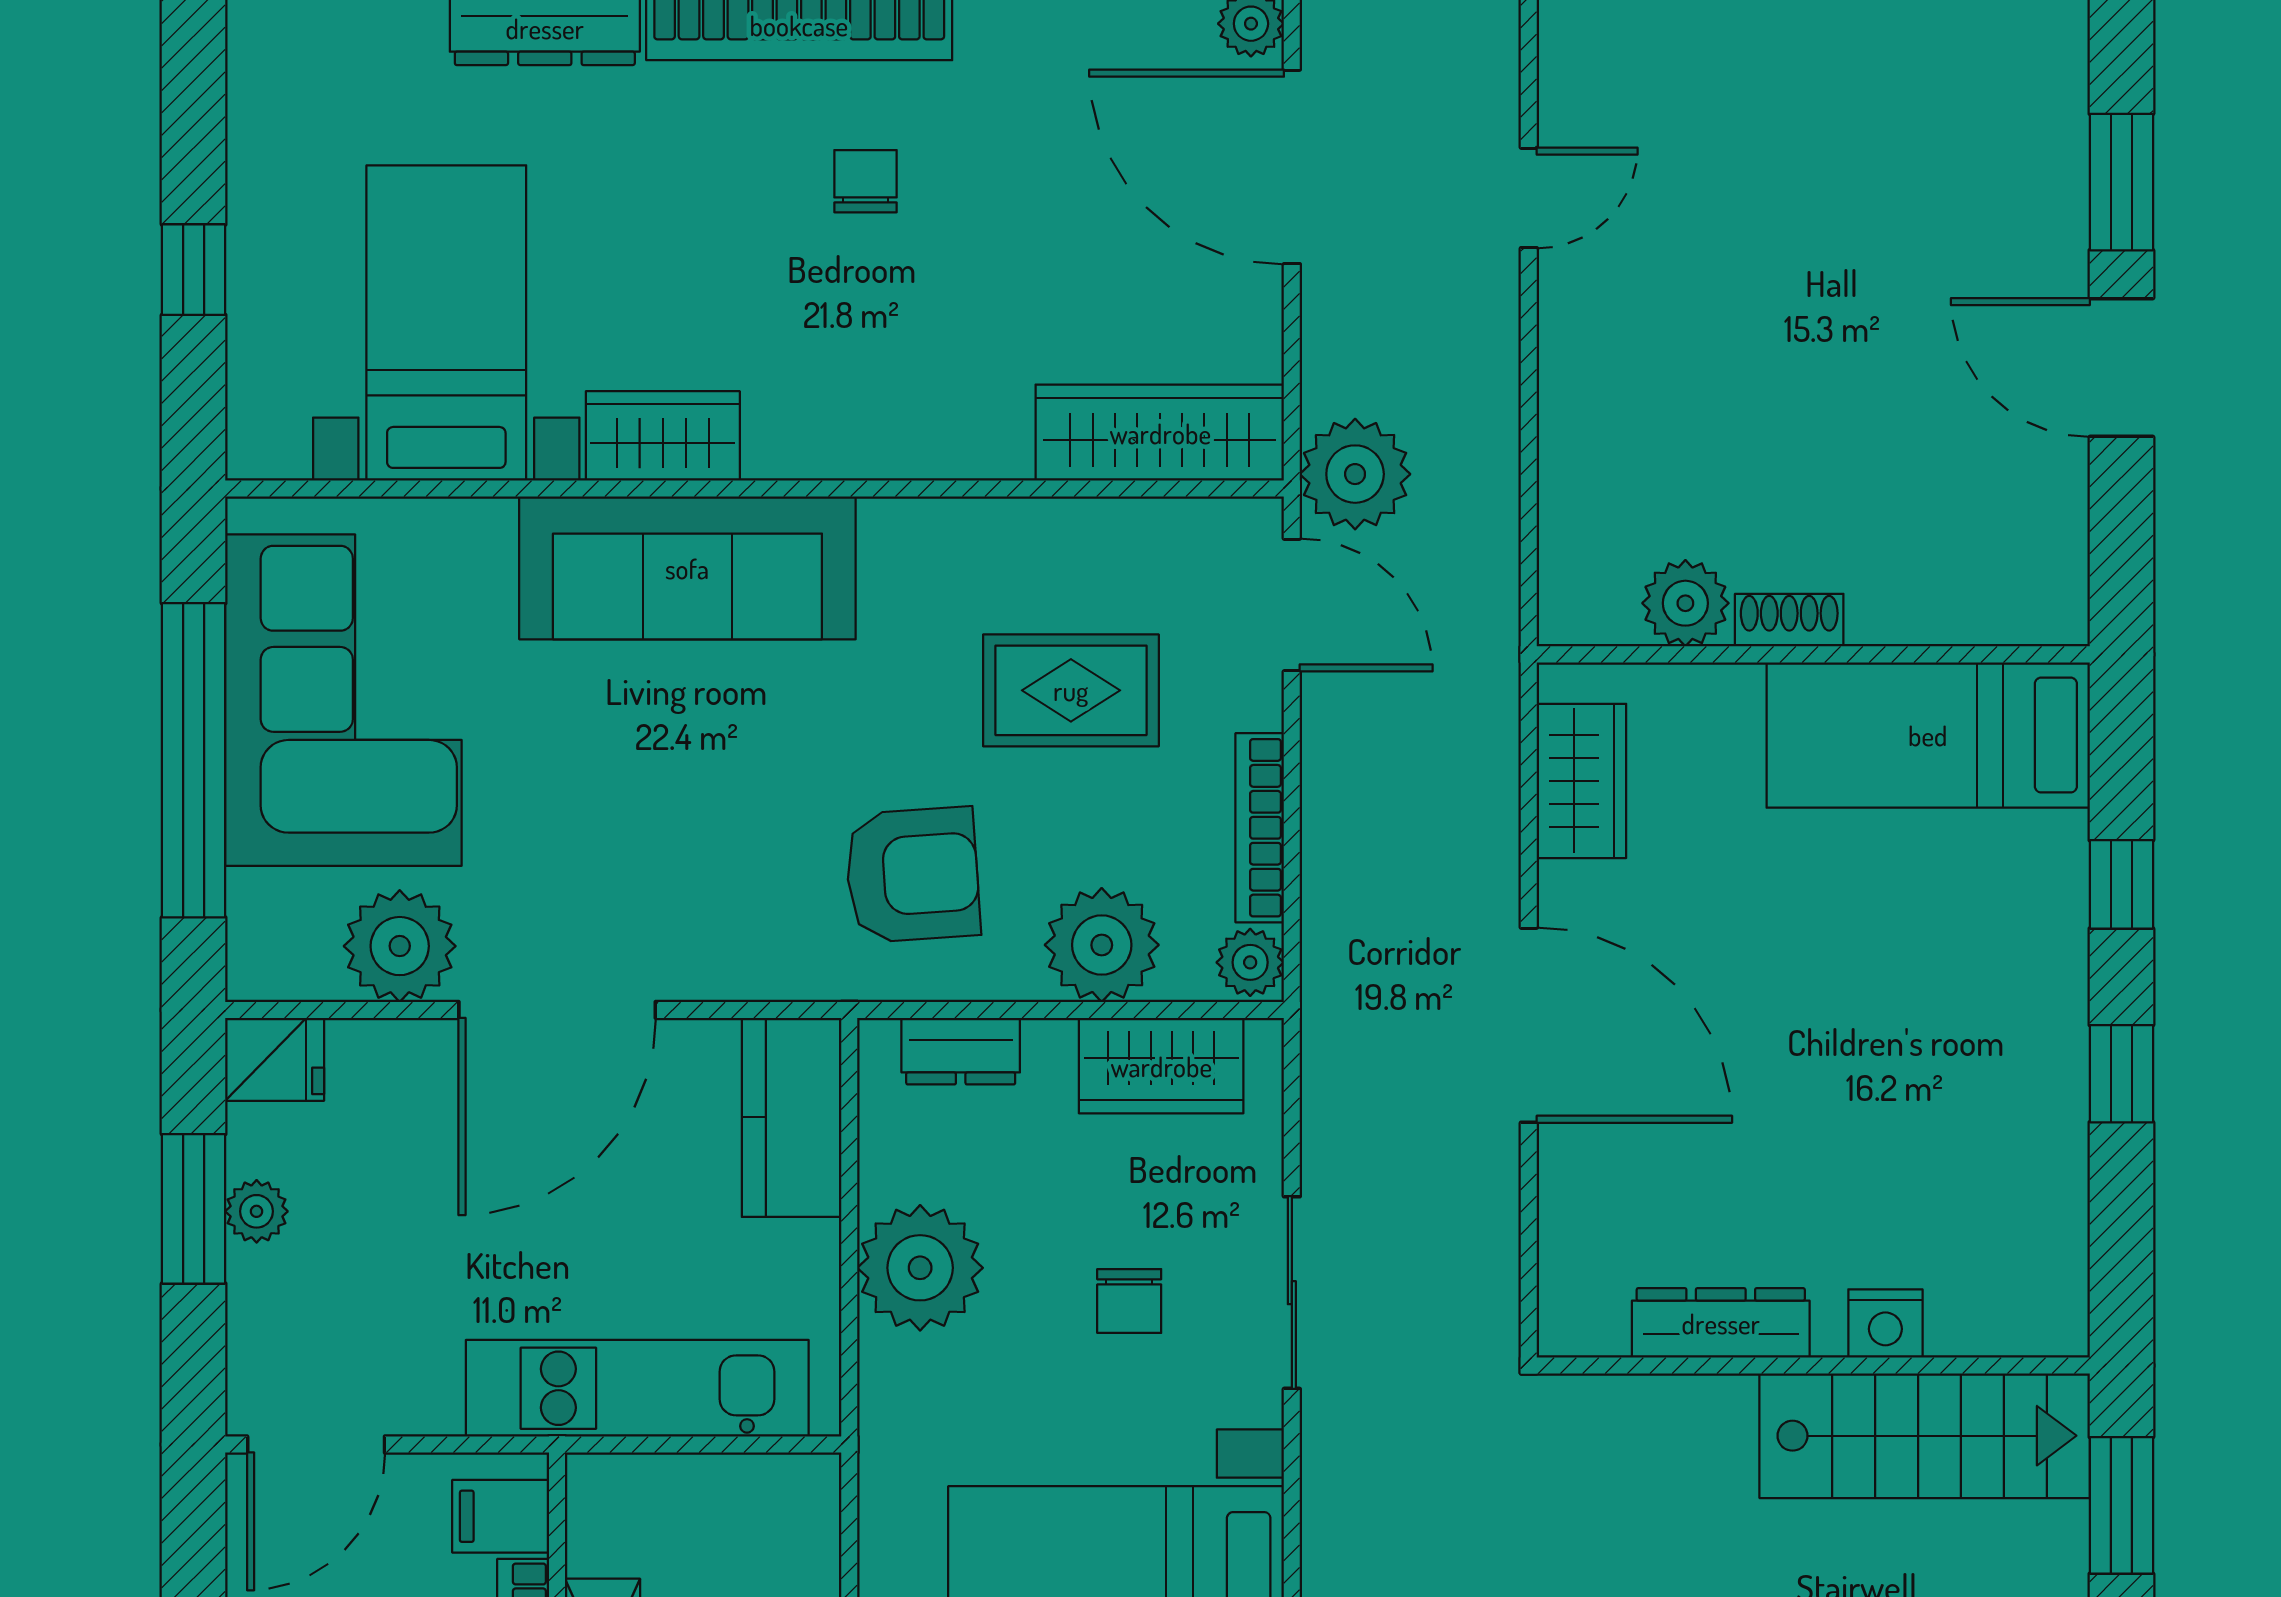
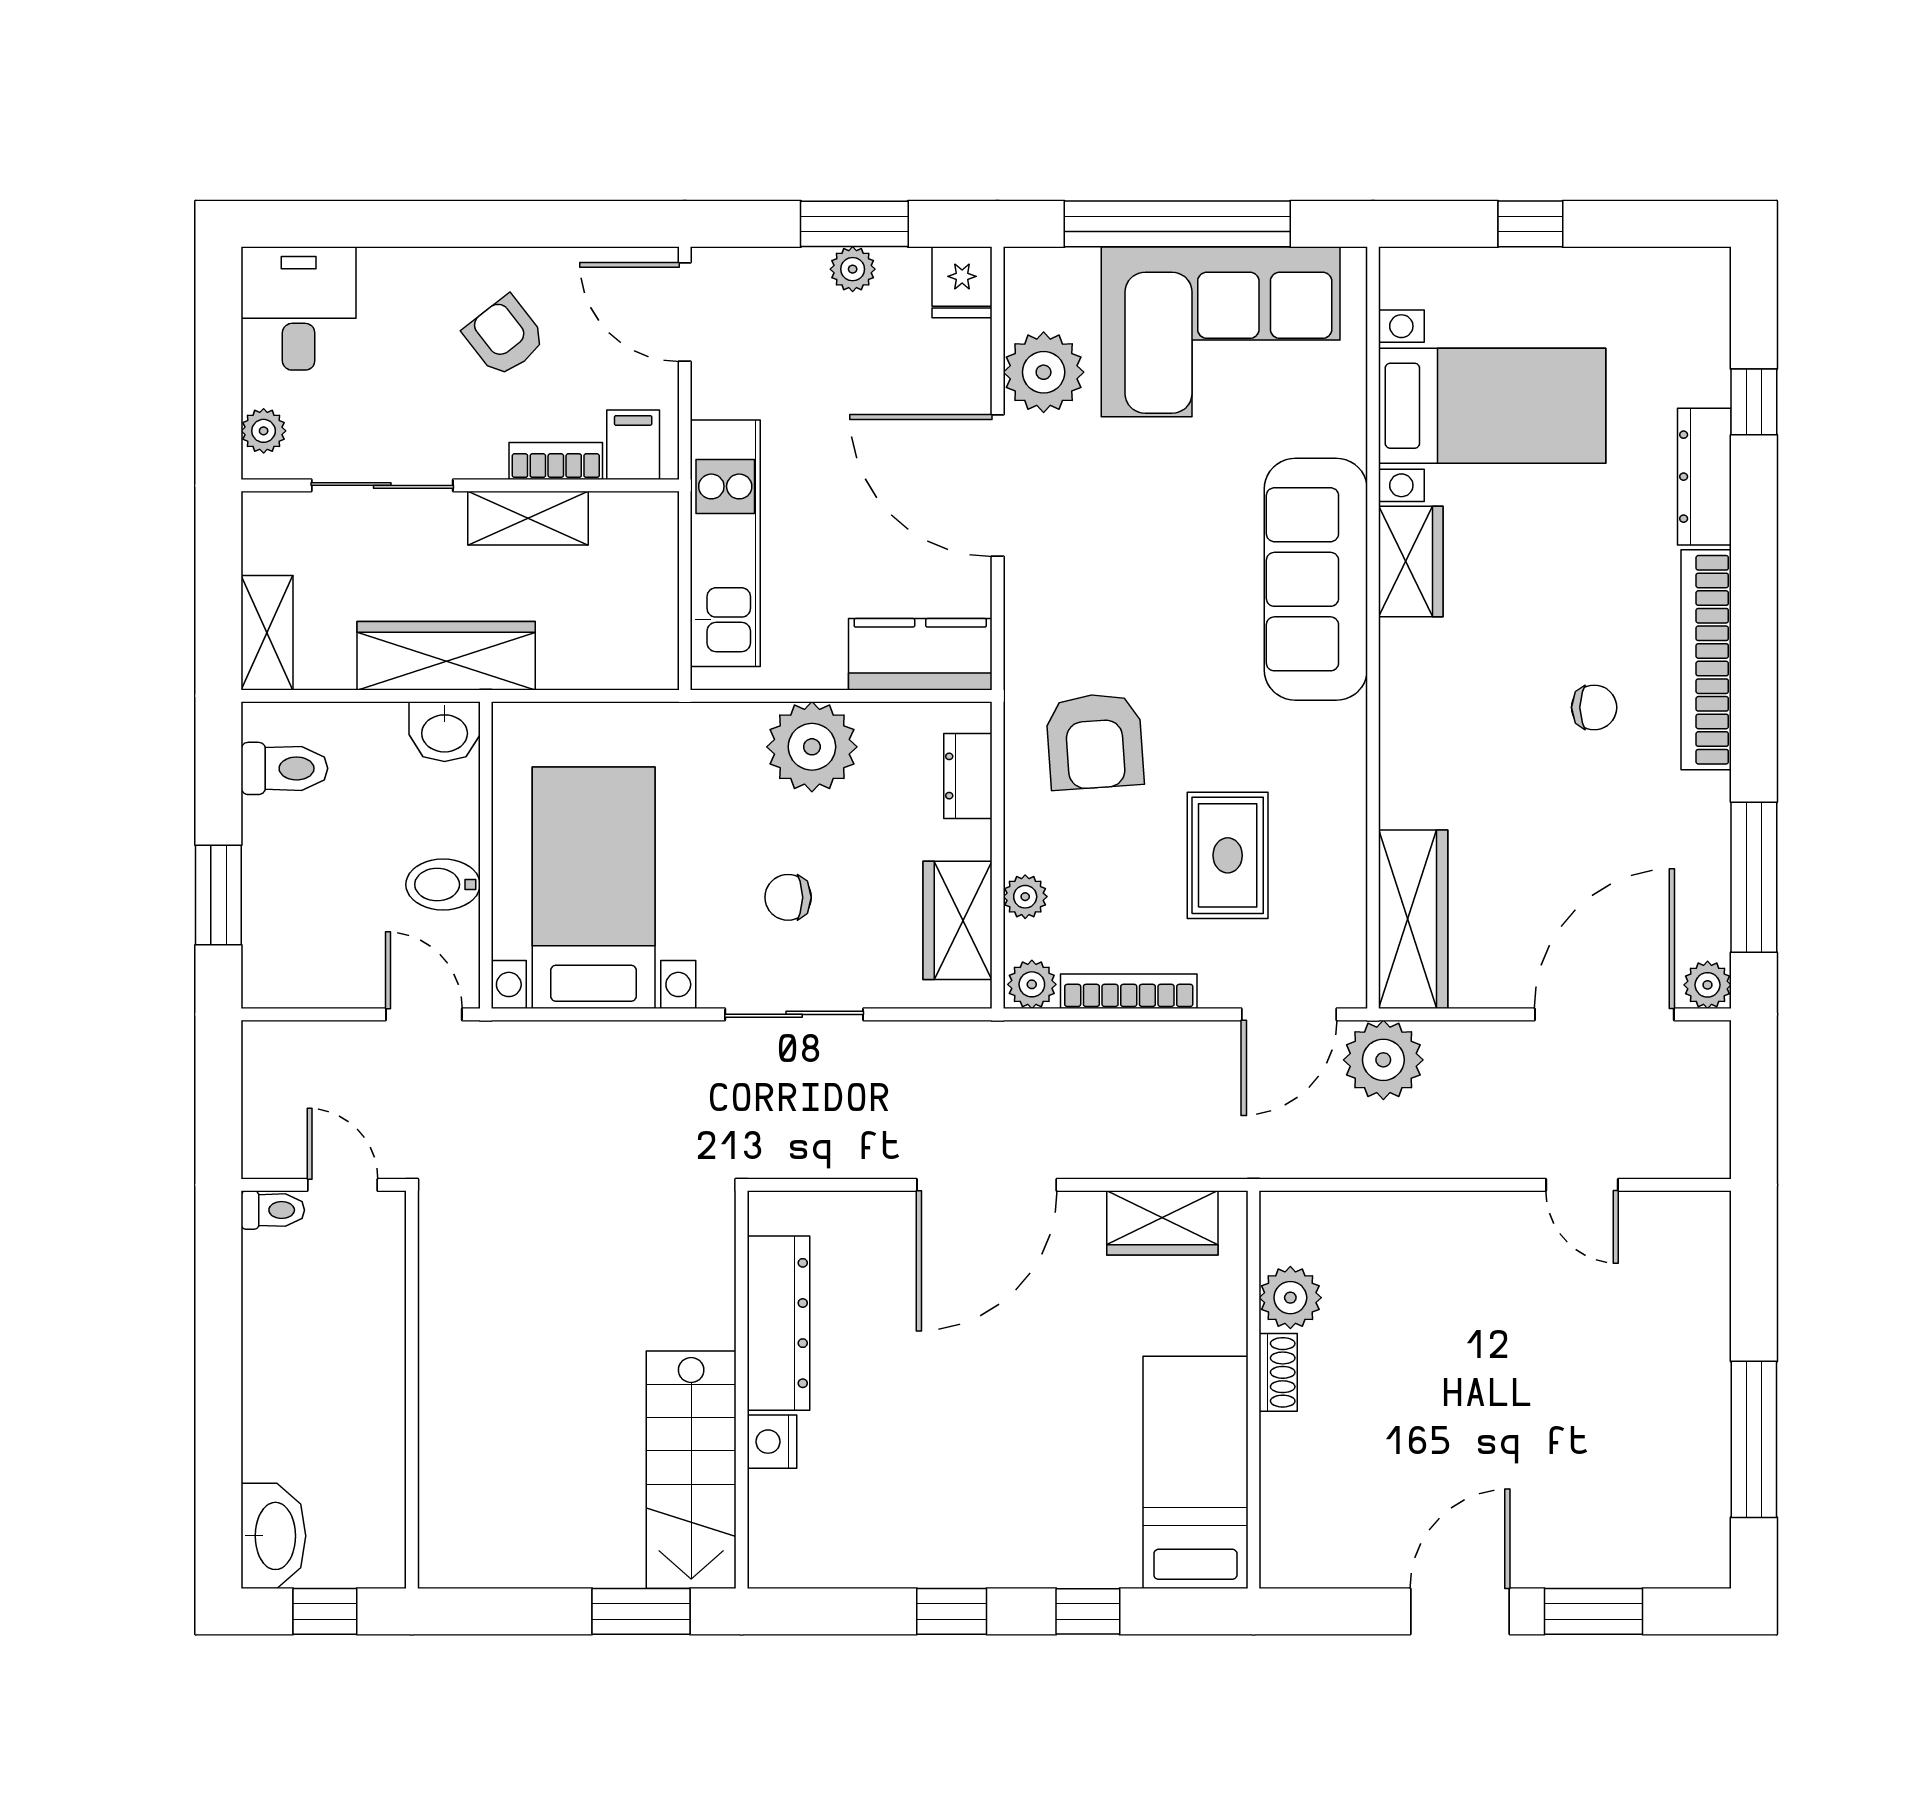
plant: (1102, 945) -> (1025, 897), width x0.53, depth x0.53
dresser: (1721, 1323) -> (778, 1323), width x1.37, depth x1.24

